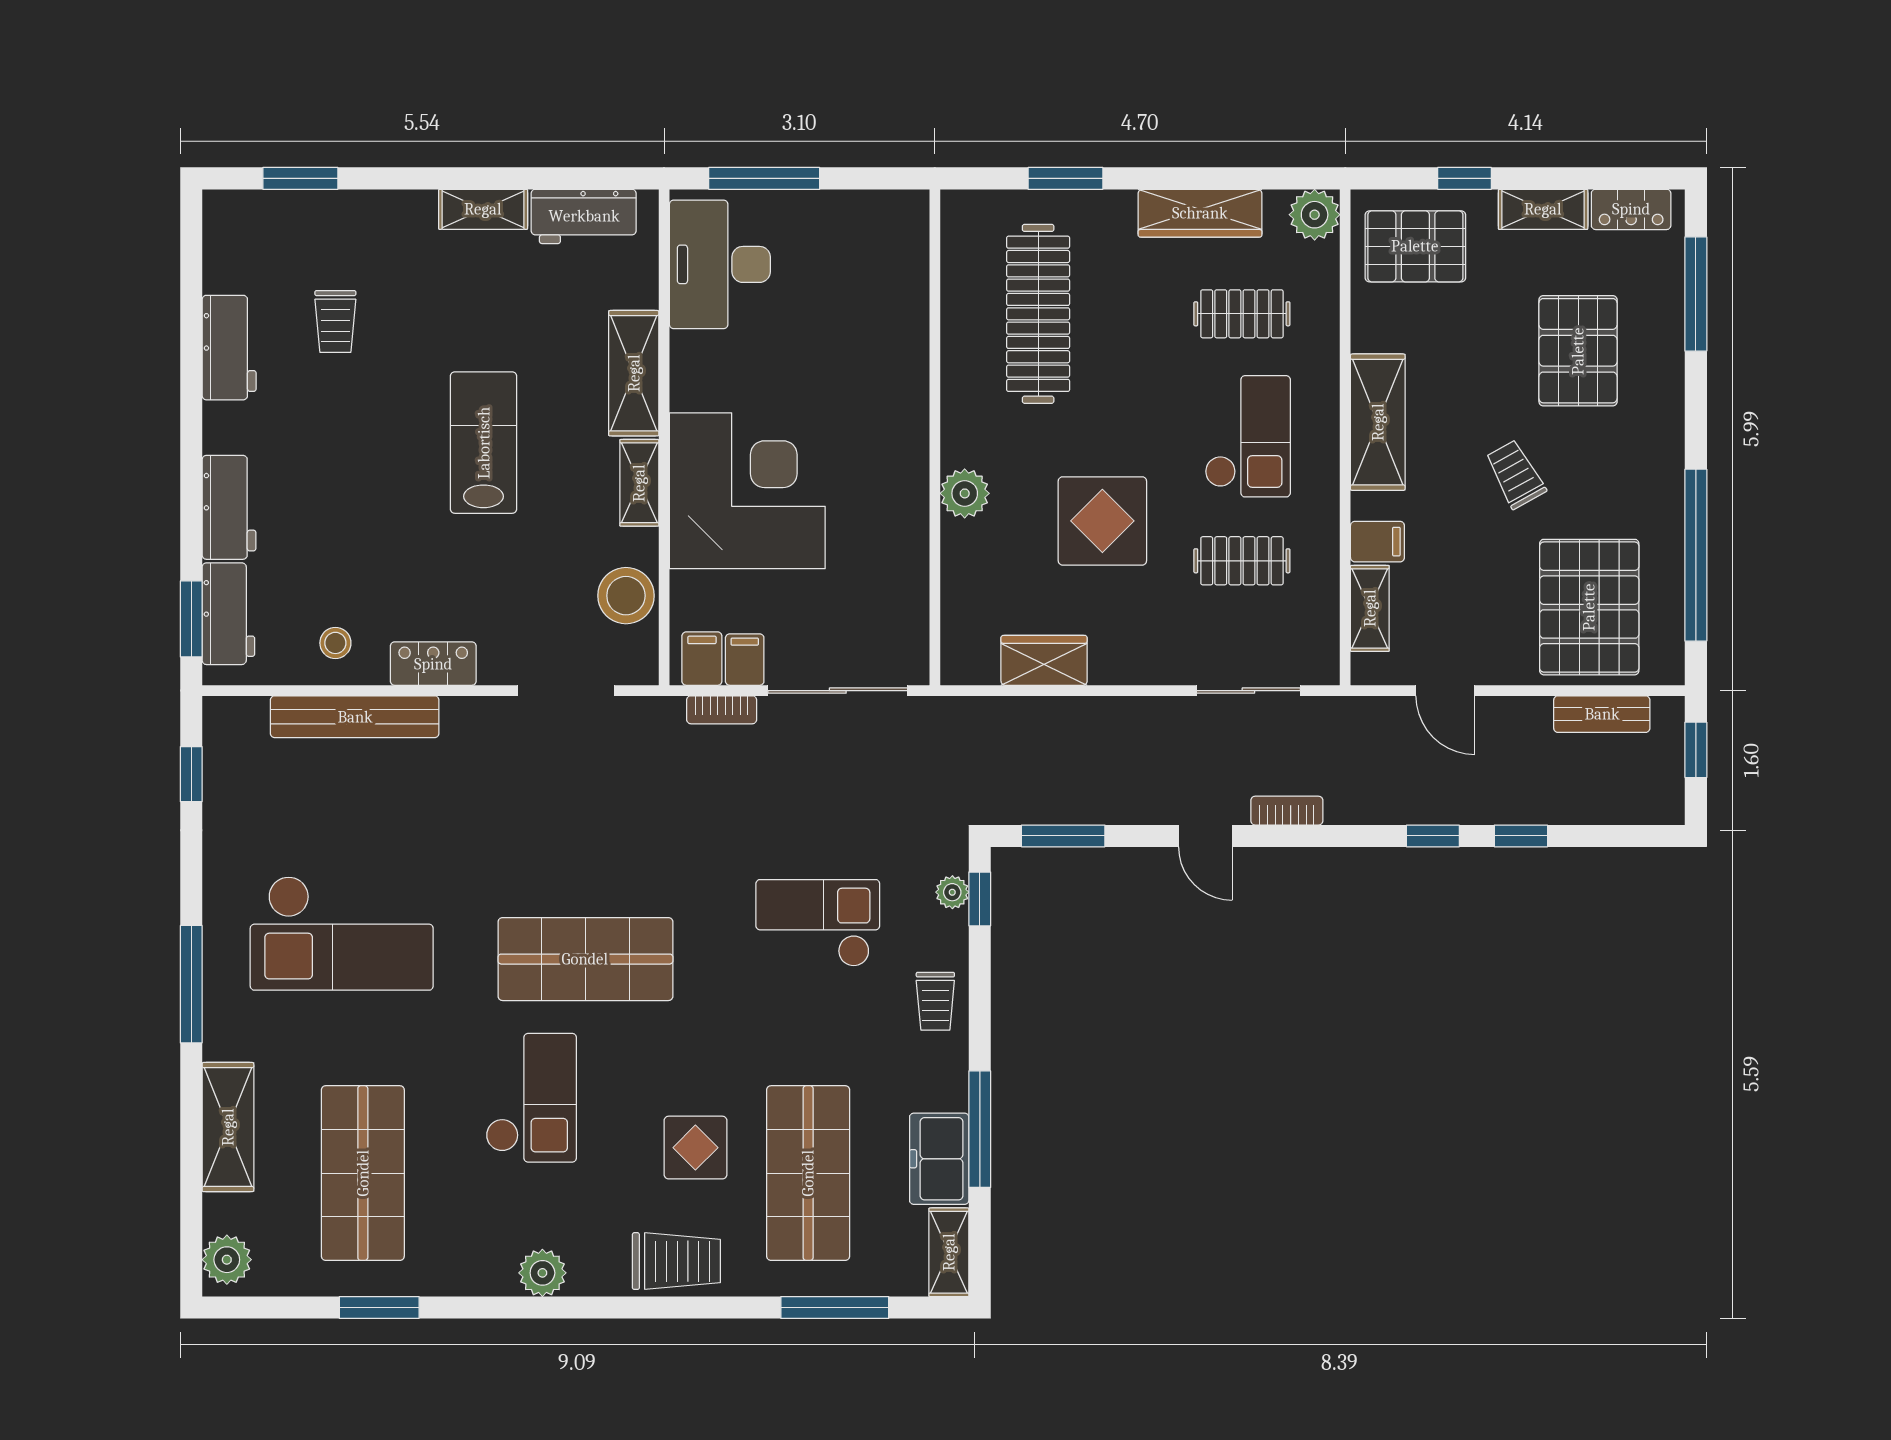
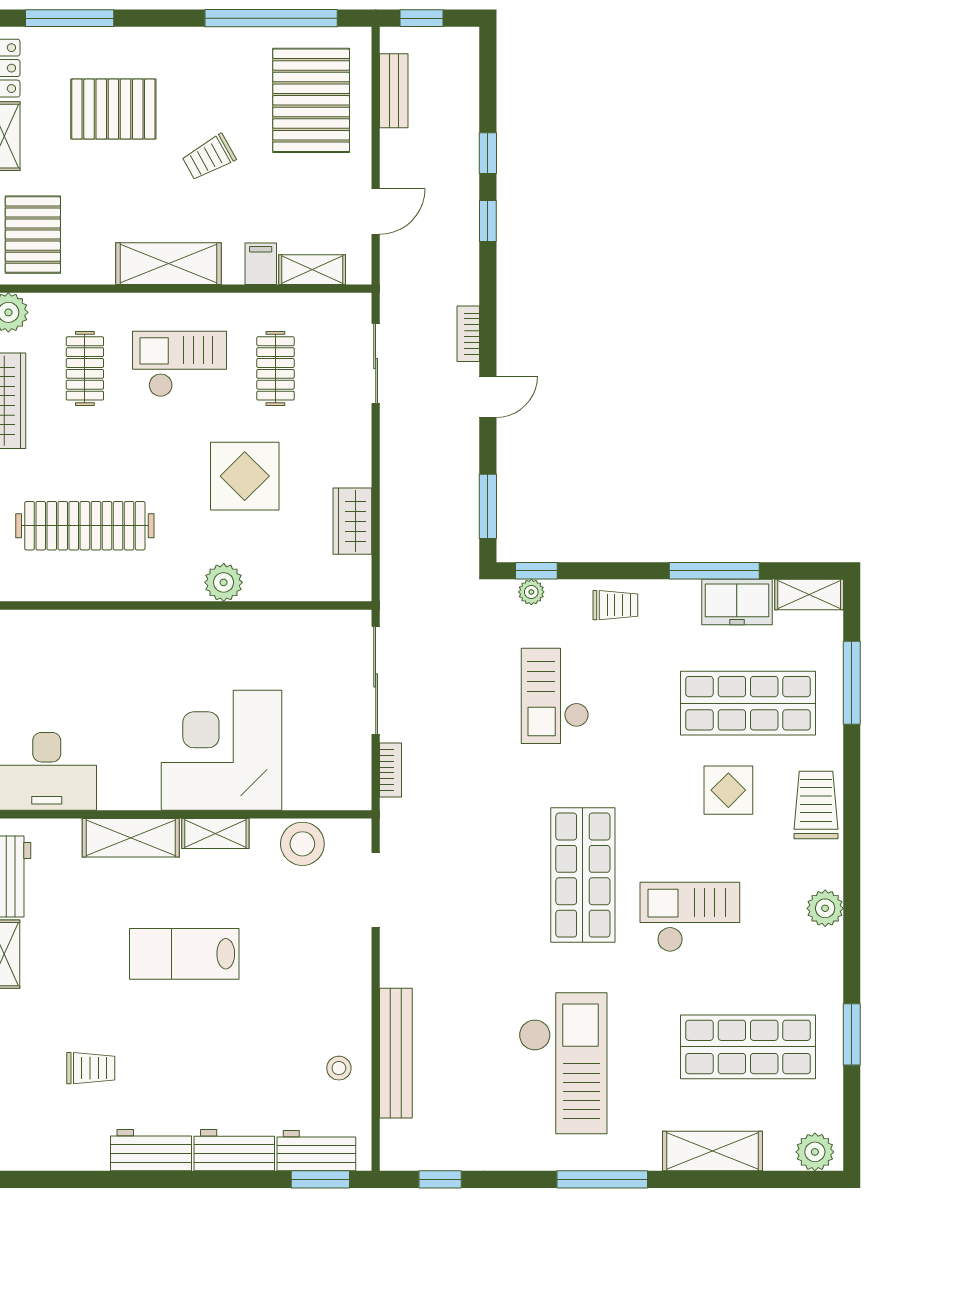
workbench: (229, 348) -> (151, 1150), moved
pallet: (1589, 607) -> (311, 100), turned 90
filing cabinet: (702, 659) -> (351, 785), removed
filing cabinet: (745, 660) -> (352, 752), removed
locker: (433, 664) -> (355, 993), removed

